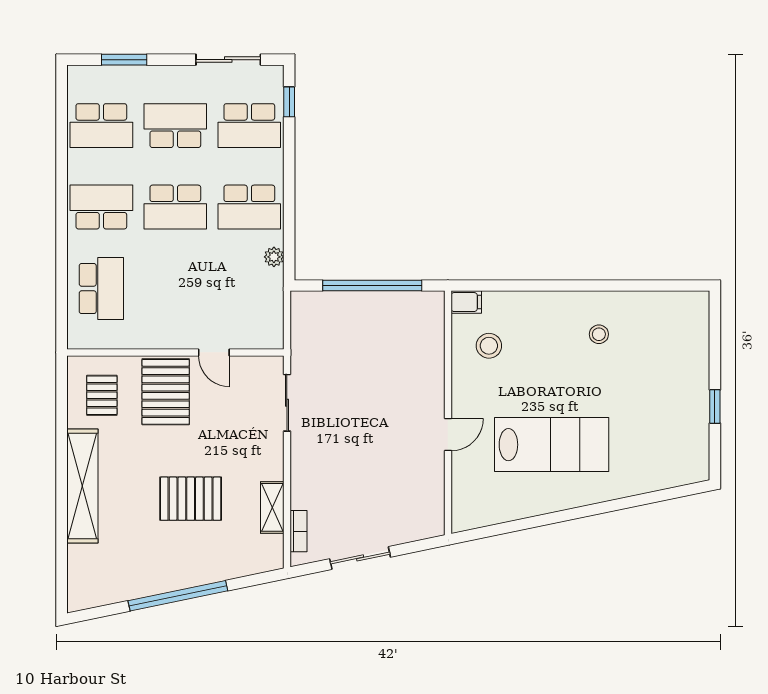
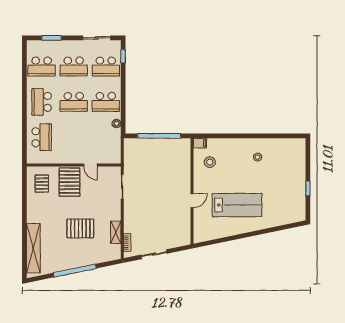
school desk: (175, 126) -> (74, 67), turned 180
school desk: (101, 207) -> (42, 102), turned -90
shelving: (82, 486) -> (33, 248), moved

